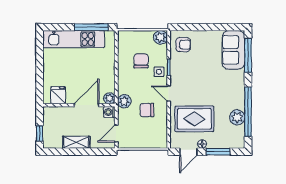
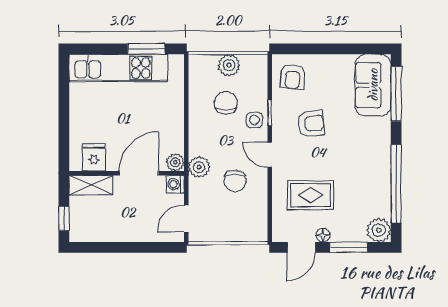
window: (91, 27) -> (146, 49), width x0.69
plant: (160, 37) -> (229, 65), moved
armchair: (183, 45) -> (293, 77), turned 95
armchair: (194, 74) -> (311, 124), added
chair: (147, 110) -> (235, 181), turned -90
plant: (237, 117) -> (379, 230), moved
rug: (194, 119) -> (311, 195), width x0.73, depth x0.70
shelving: (76, 142) -> (91, 185), moved

